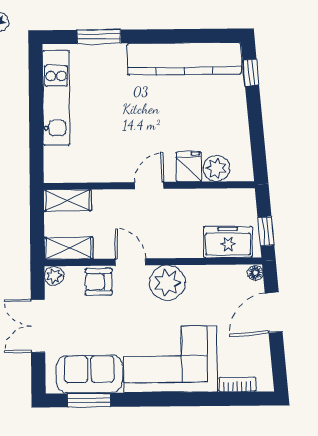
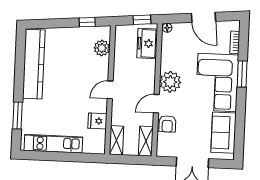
window: (251, 73) -> (87, 22), moved
fridge: (189, 167) -> (97, 121), moved
door: (149, 186) -> (110, 90), hinge flipped
plant: (54, 276) -> (162, 151), removed
door: (274, 312) -> (203, 17), moved
window: (89, 400) -> (242, 74), moved

